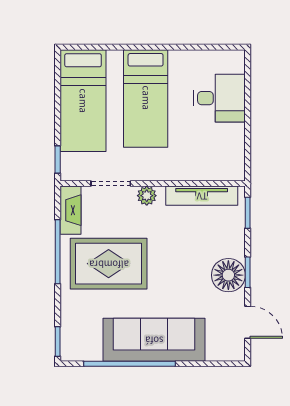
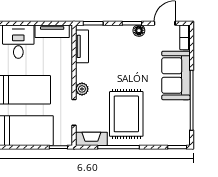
tv unit: (235, 150) -> (52, 31), added
tv unit: (202, 196) -> (82, 46), width x0.71
floor lamp: (228, 275) -> (139, 31), width x0.53, depth x0.53
sofa: (154, 340) -> (176, 75), width x0.73
bookcase: (226, 354) -> (185, 37), added

